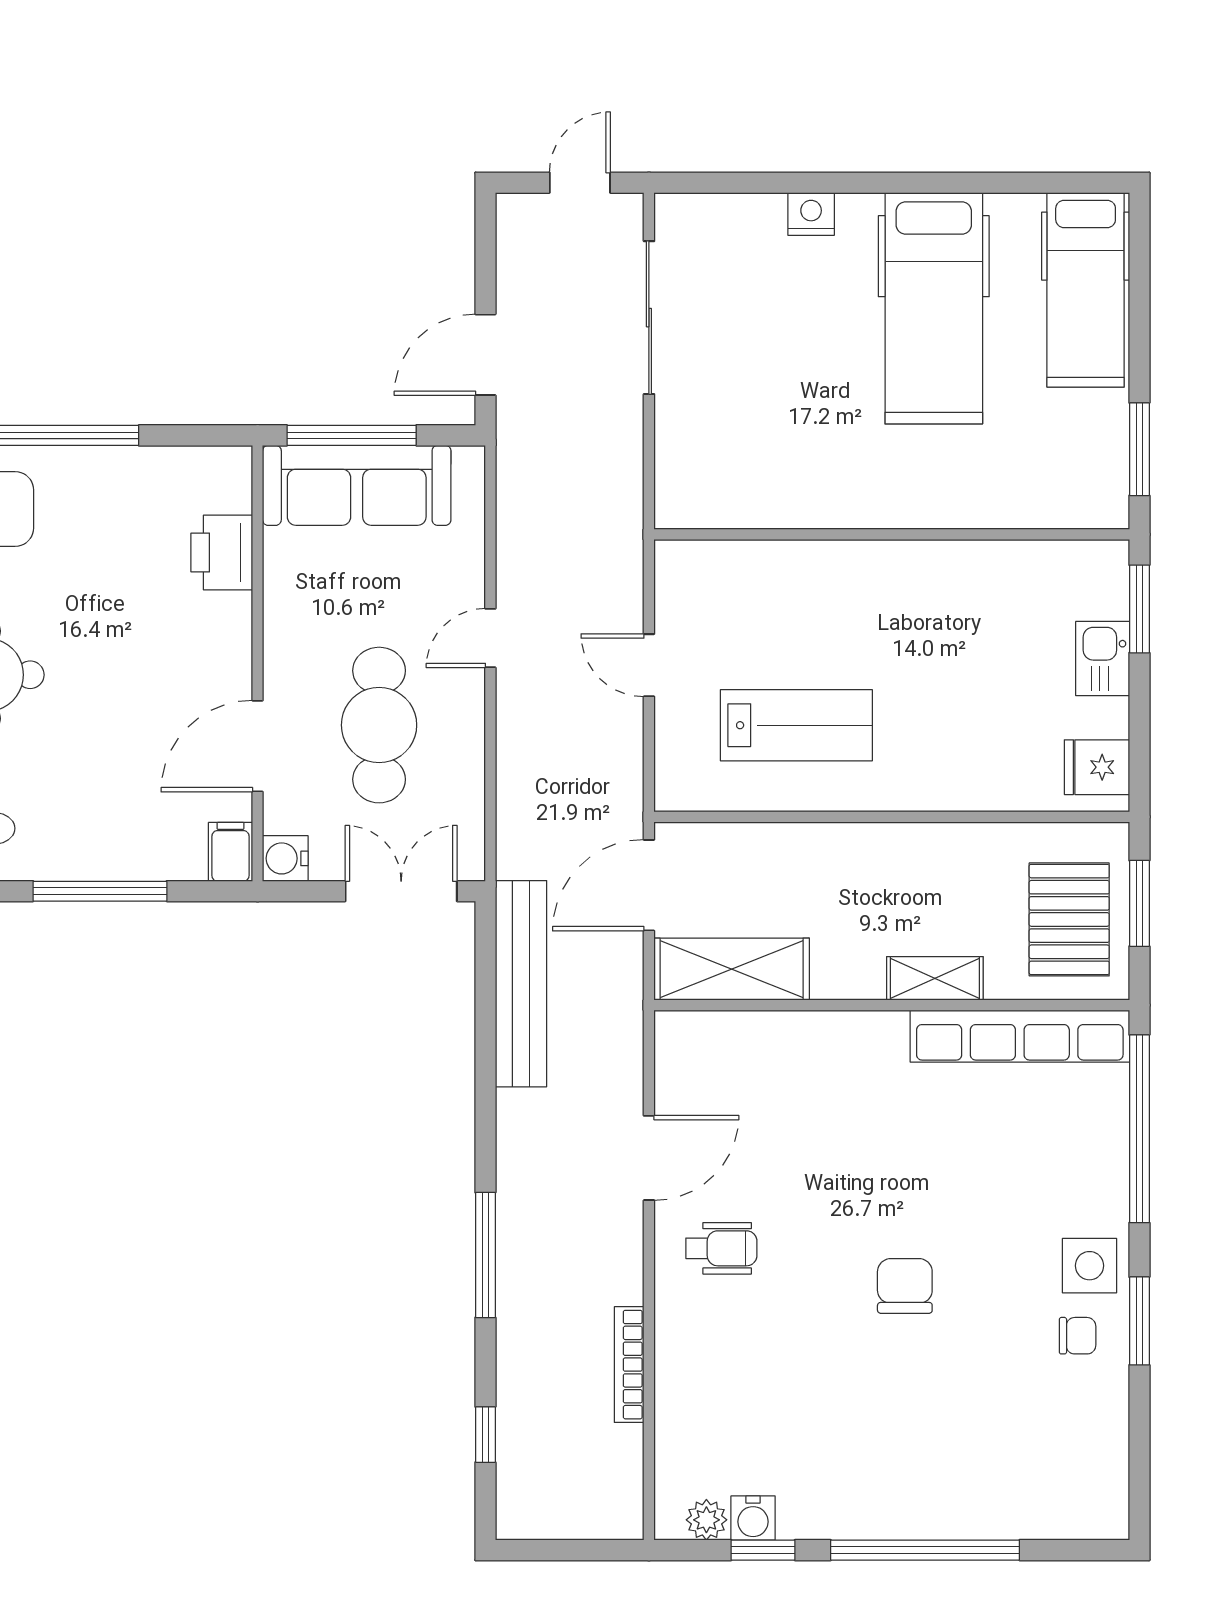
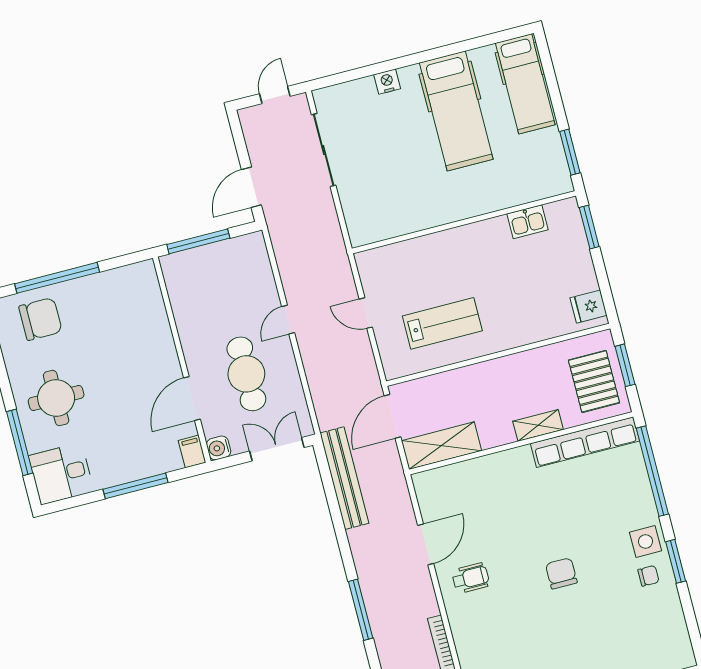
sofa: (357, 485) -> (207, 264), removed
printer: (222, 552) -> (152, 312), removed
kitchen sink: (1103, 659) -> (527, 222), moved, turned -90

